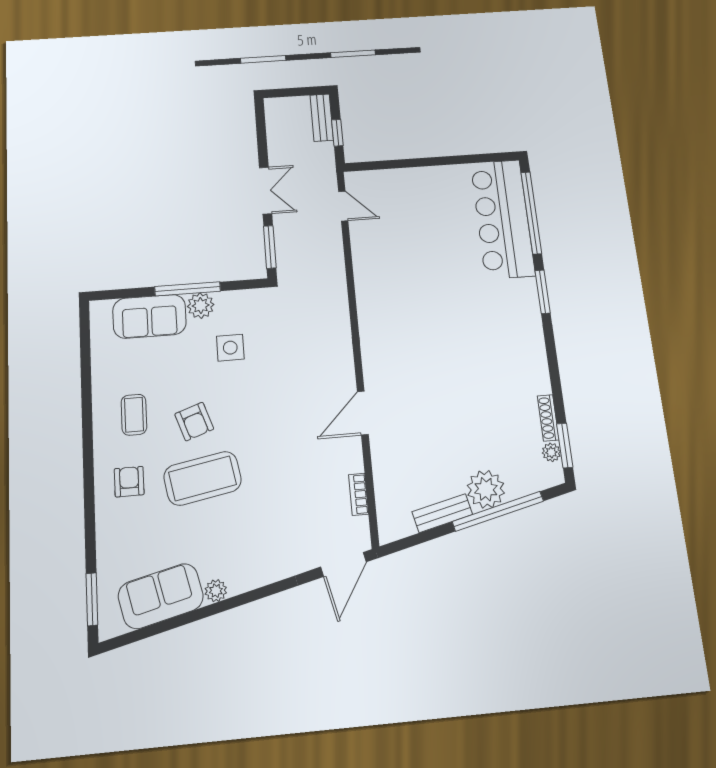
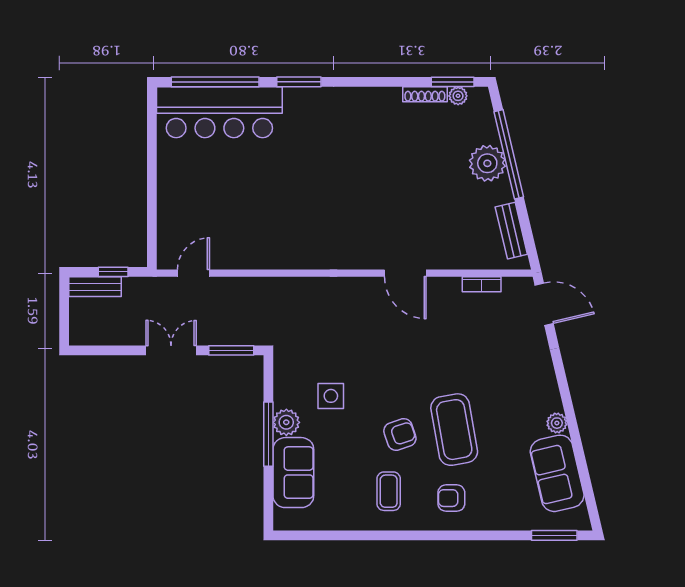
coffee table: (134, 415) -> (389, 491), turned 90
bench: (442, 513) -> (511, 231), moved

